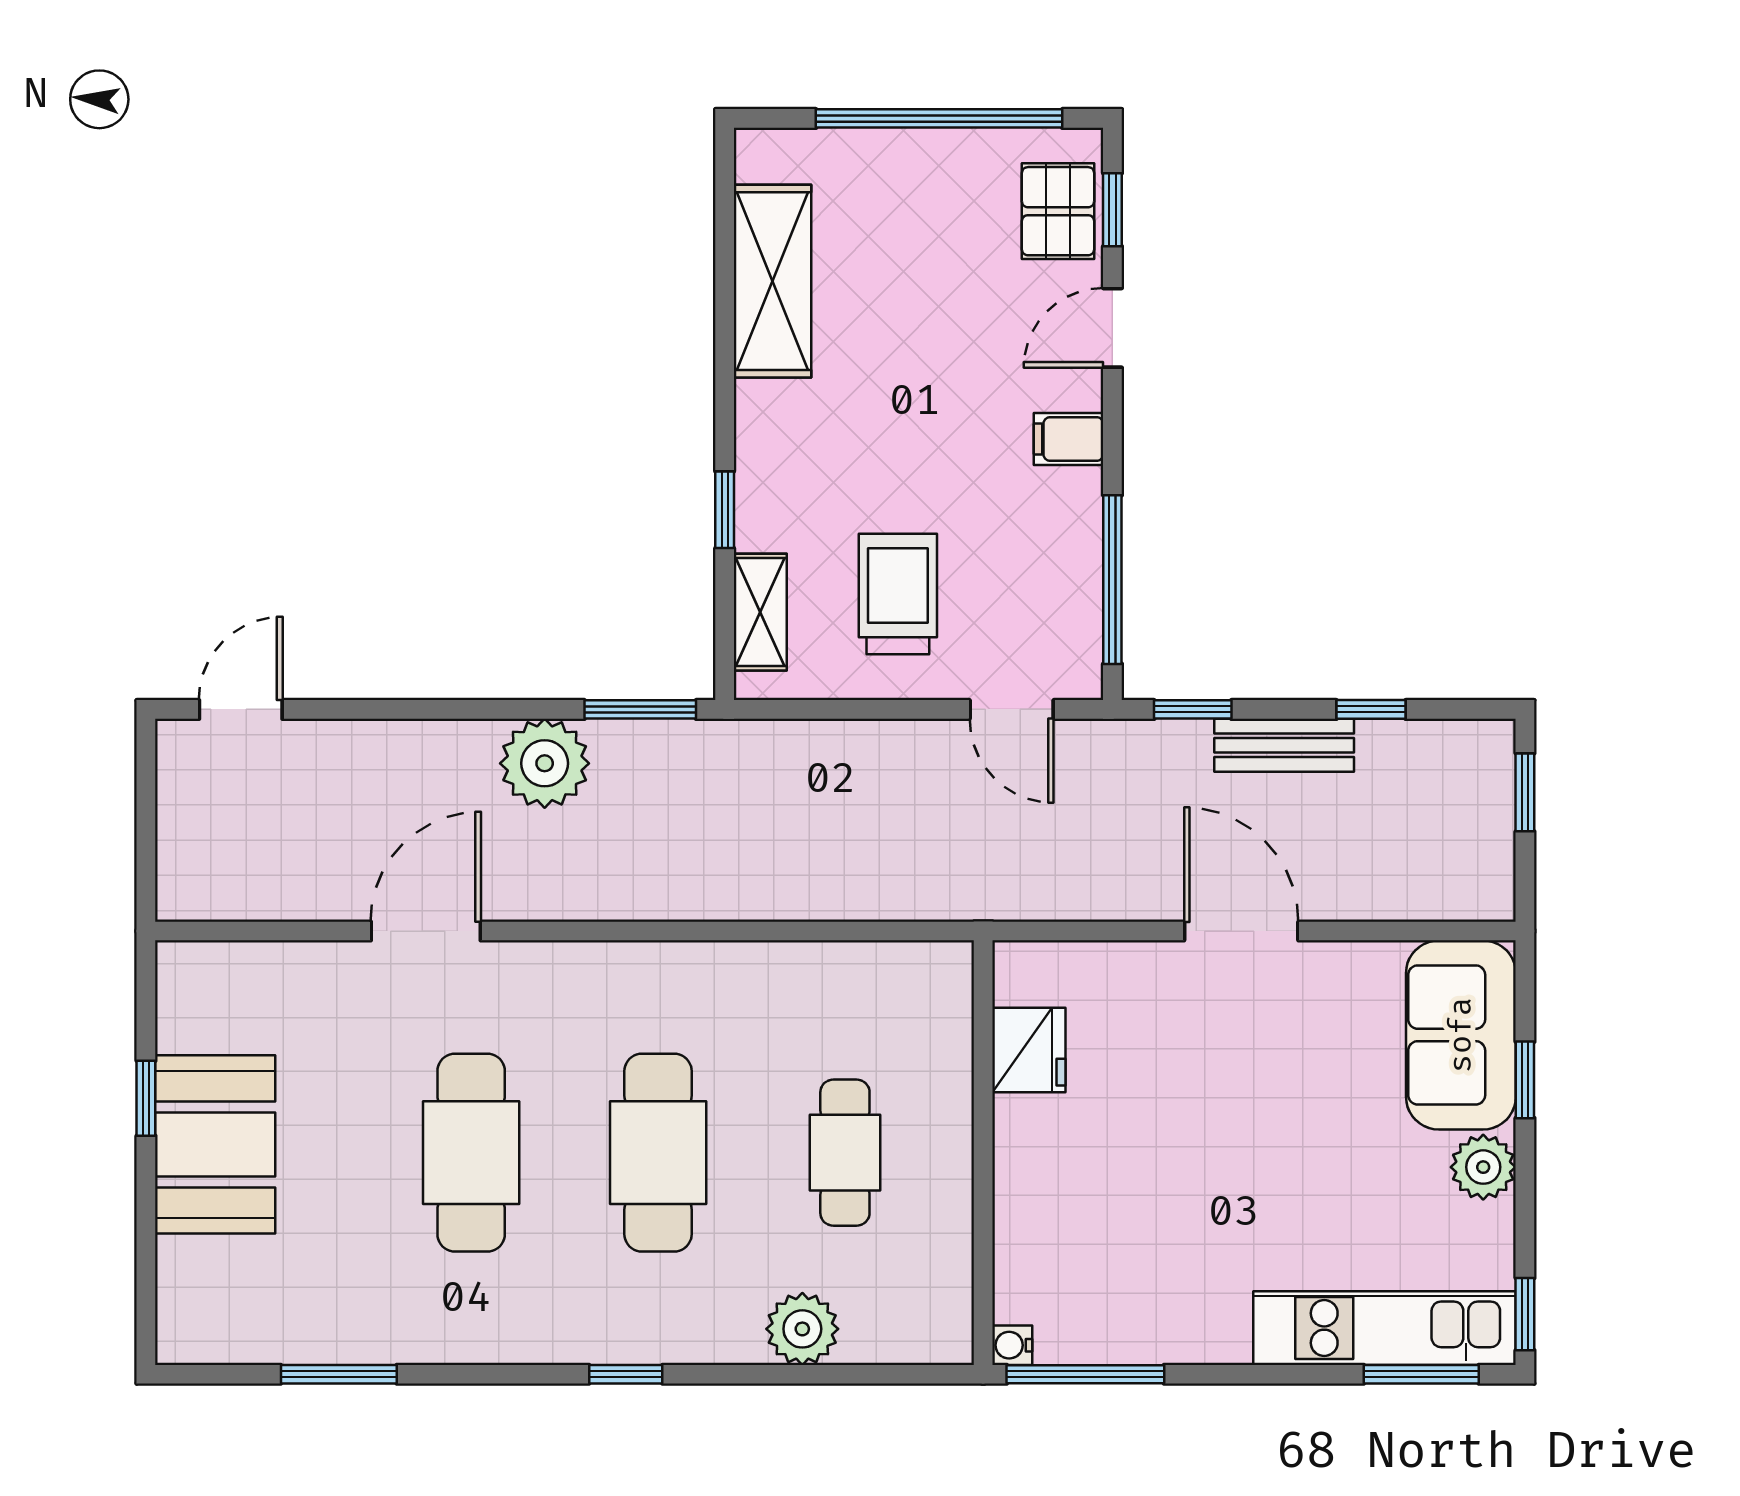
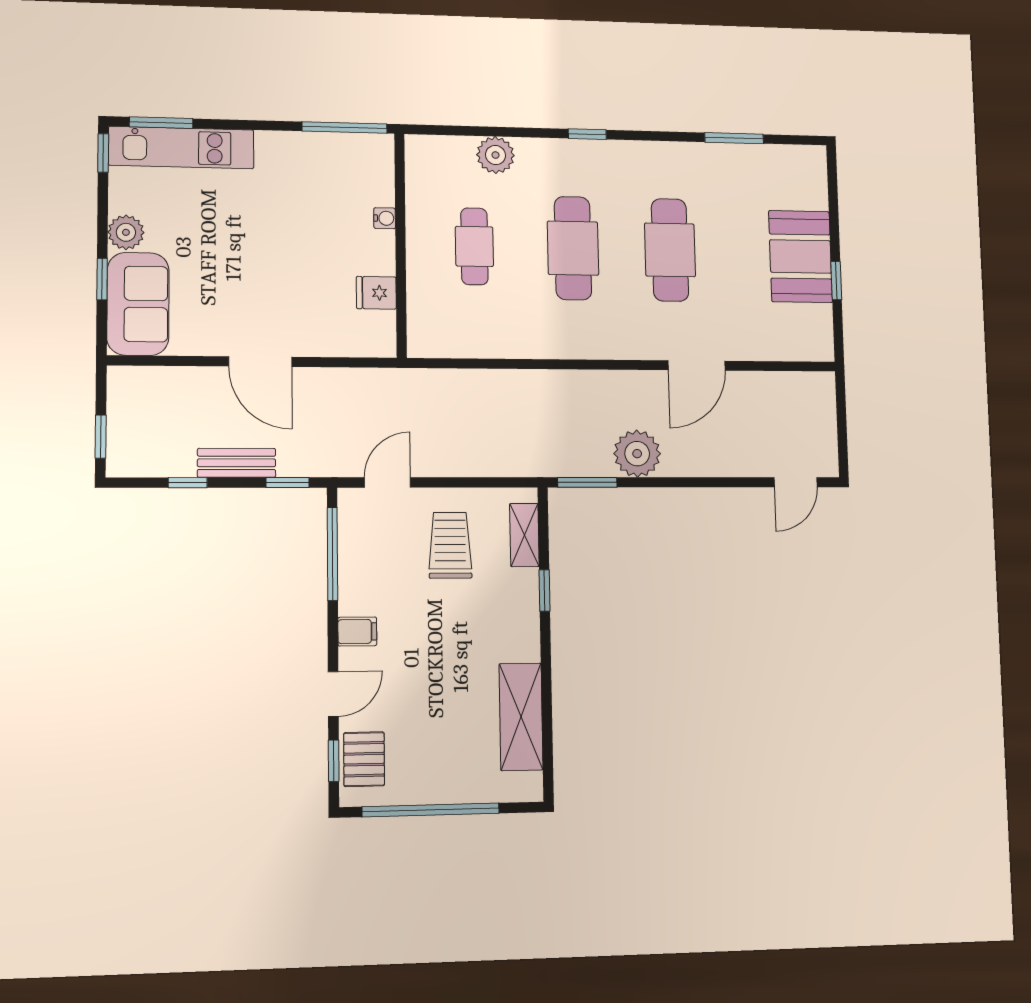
trolley: (898, 594) -> (450, 545), turned 180
door: (1012, 709) -> (387, 482), hinge flipped
fridge: (1029, 1050) -> (376, 293), width x0.72
water cooler: (1012, 1345) -> (385, 218), moved

